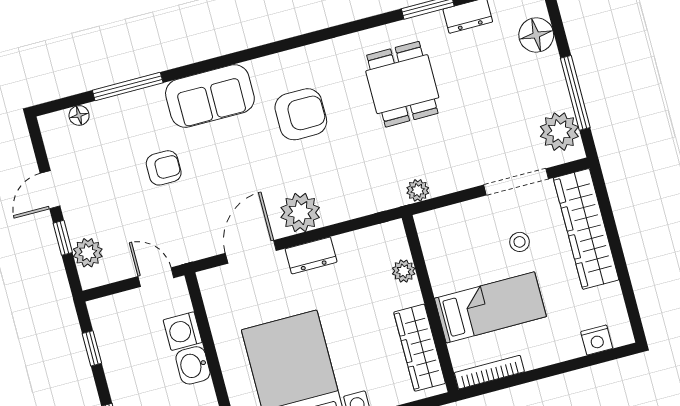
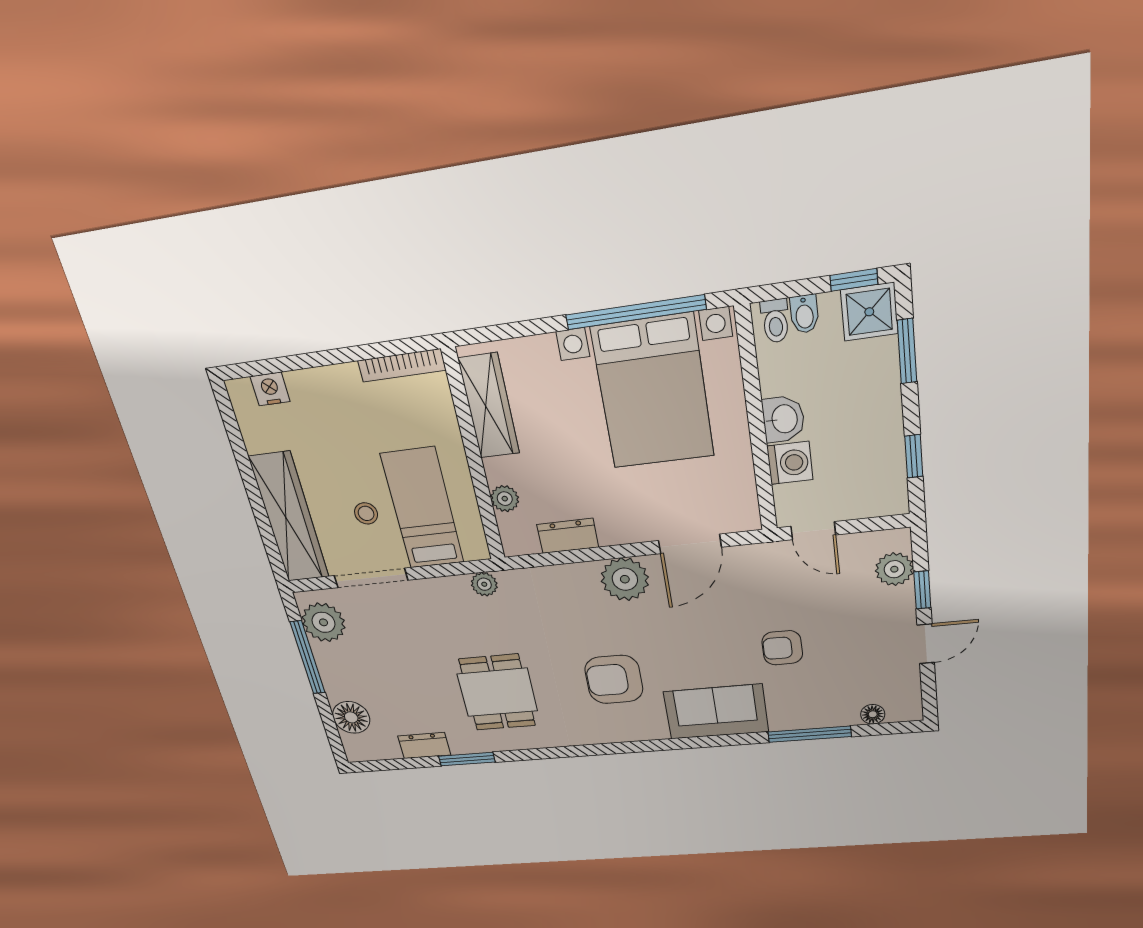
dresser: (311, 255) -> (568, 536), moved
bed: (490, 307) -> (422, 509), moved, turned 90

